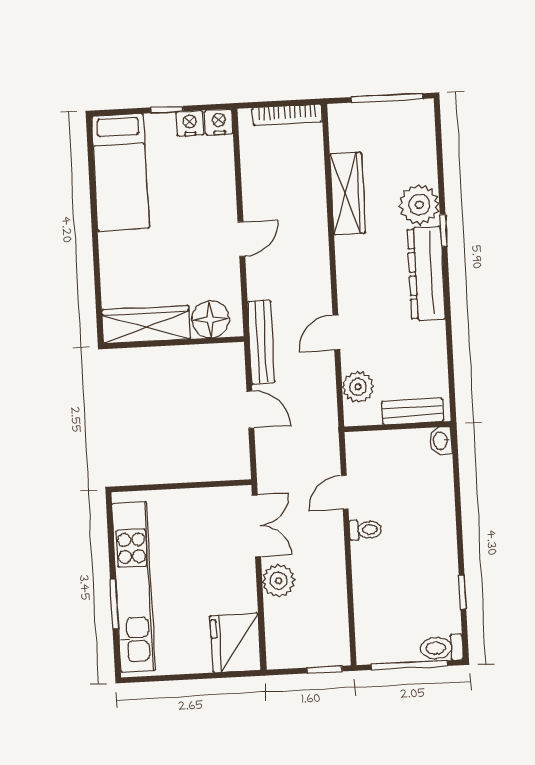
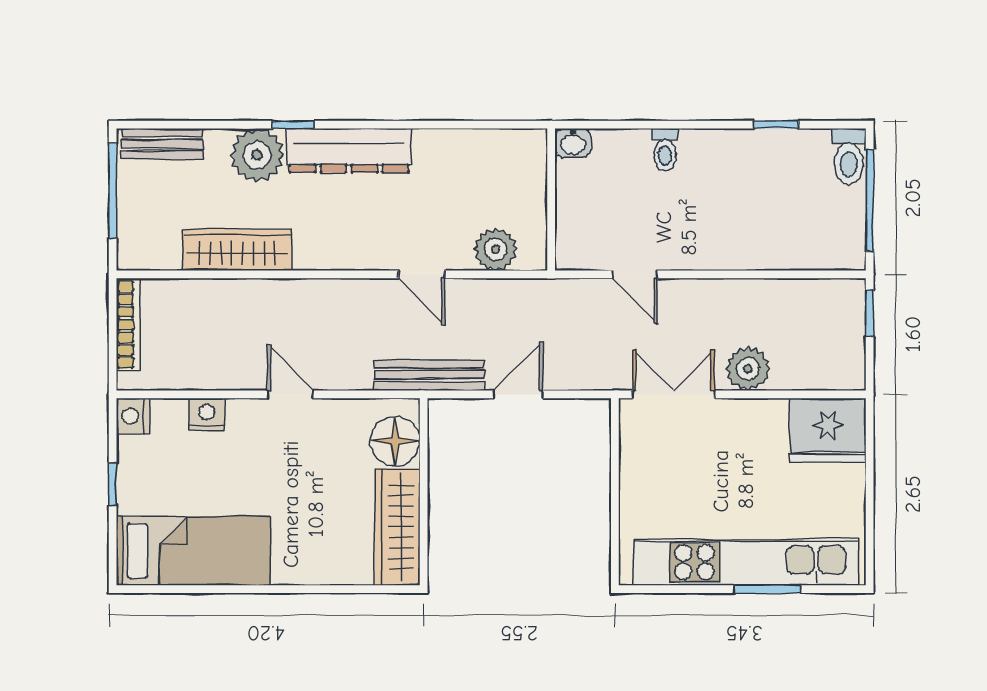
nightstand: (190, 123) -> (207, 414), moved, turned 90
bench: (413, 411) -> (162, 144), moved, turned 90
toilet: (365, 530) -> (665, 150), moved, turned 180

